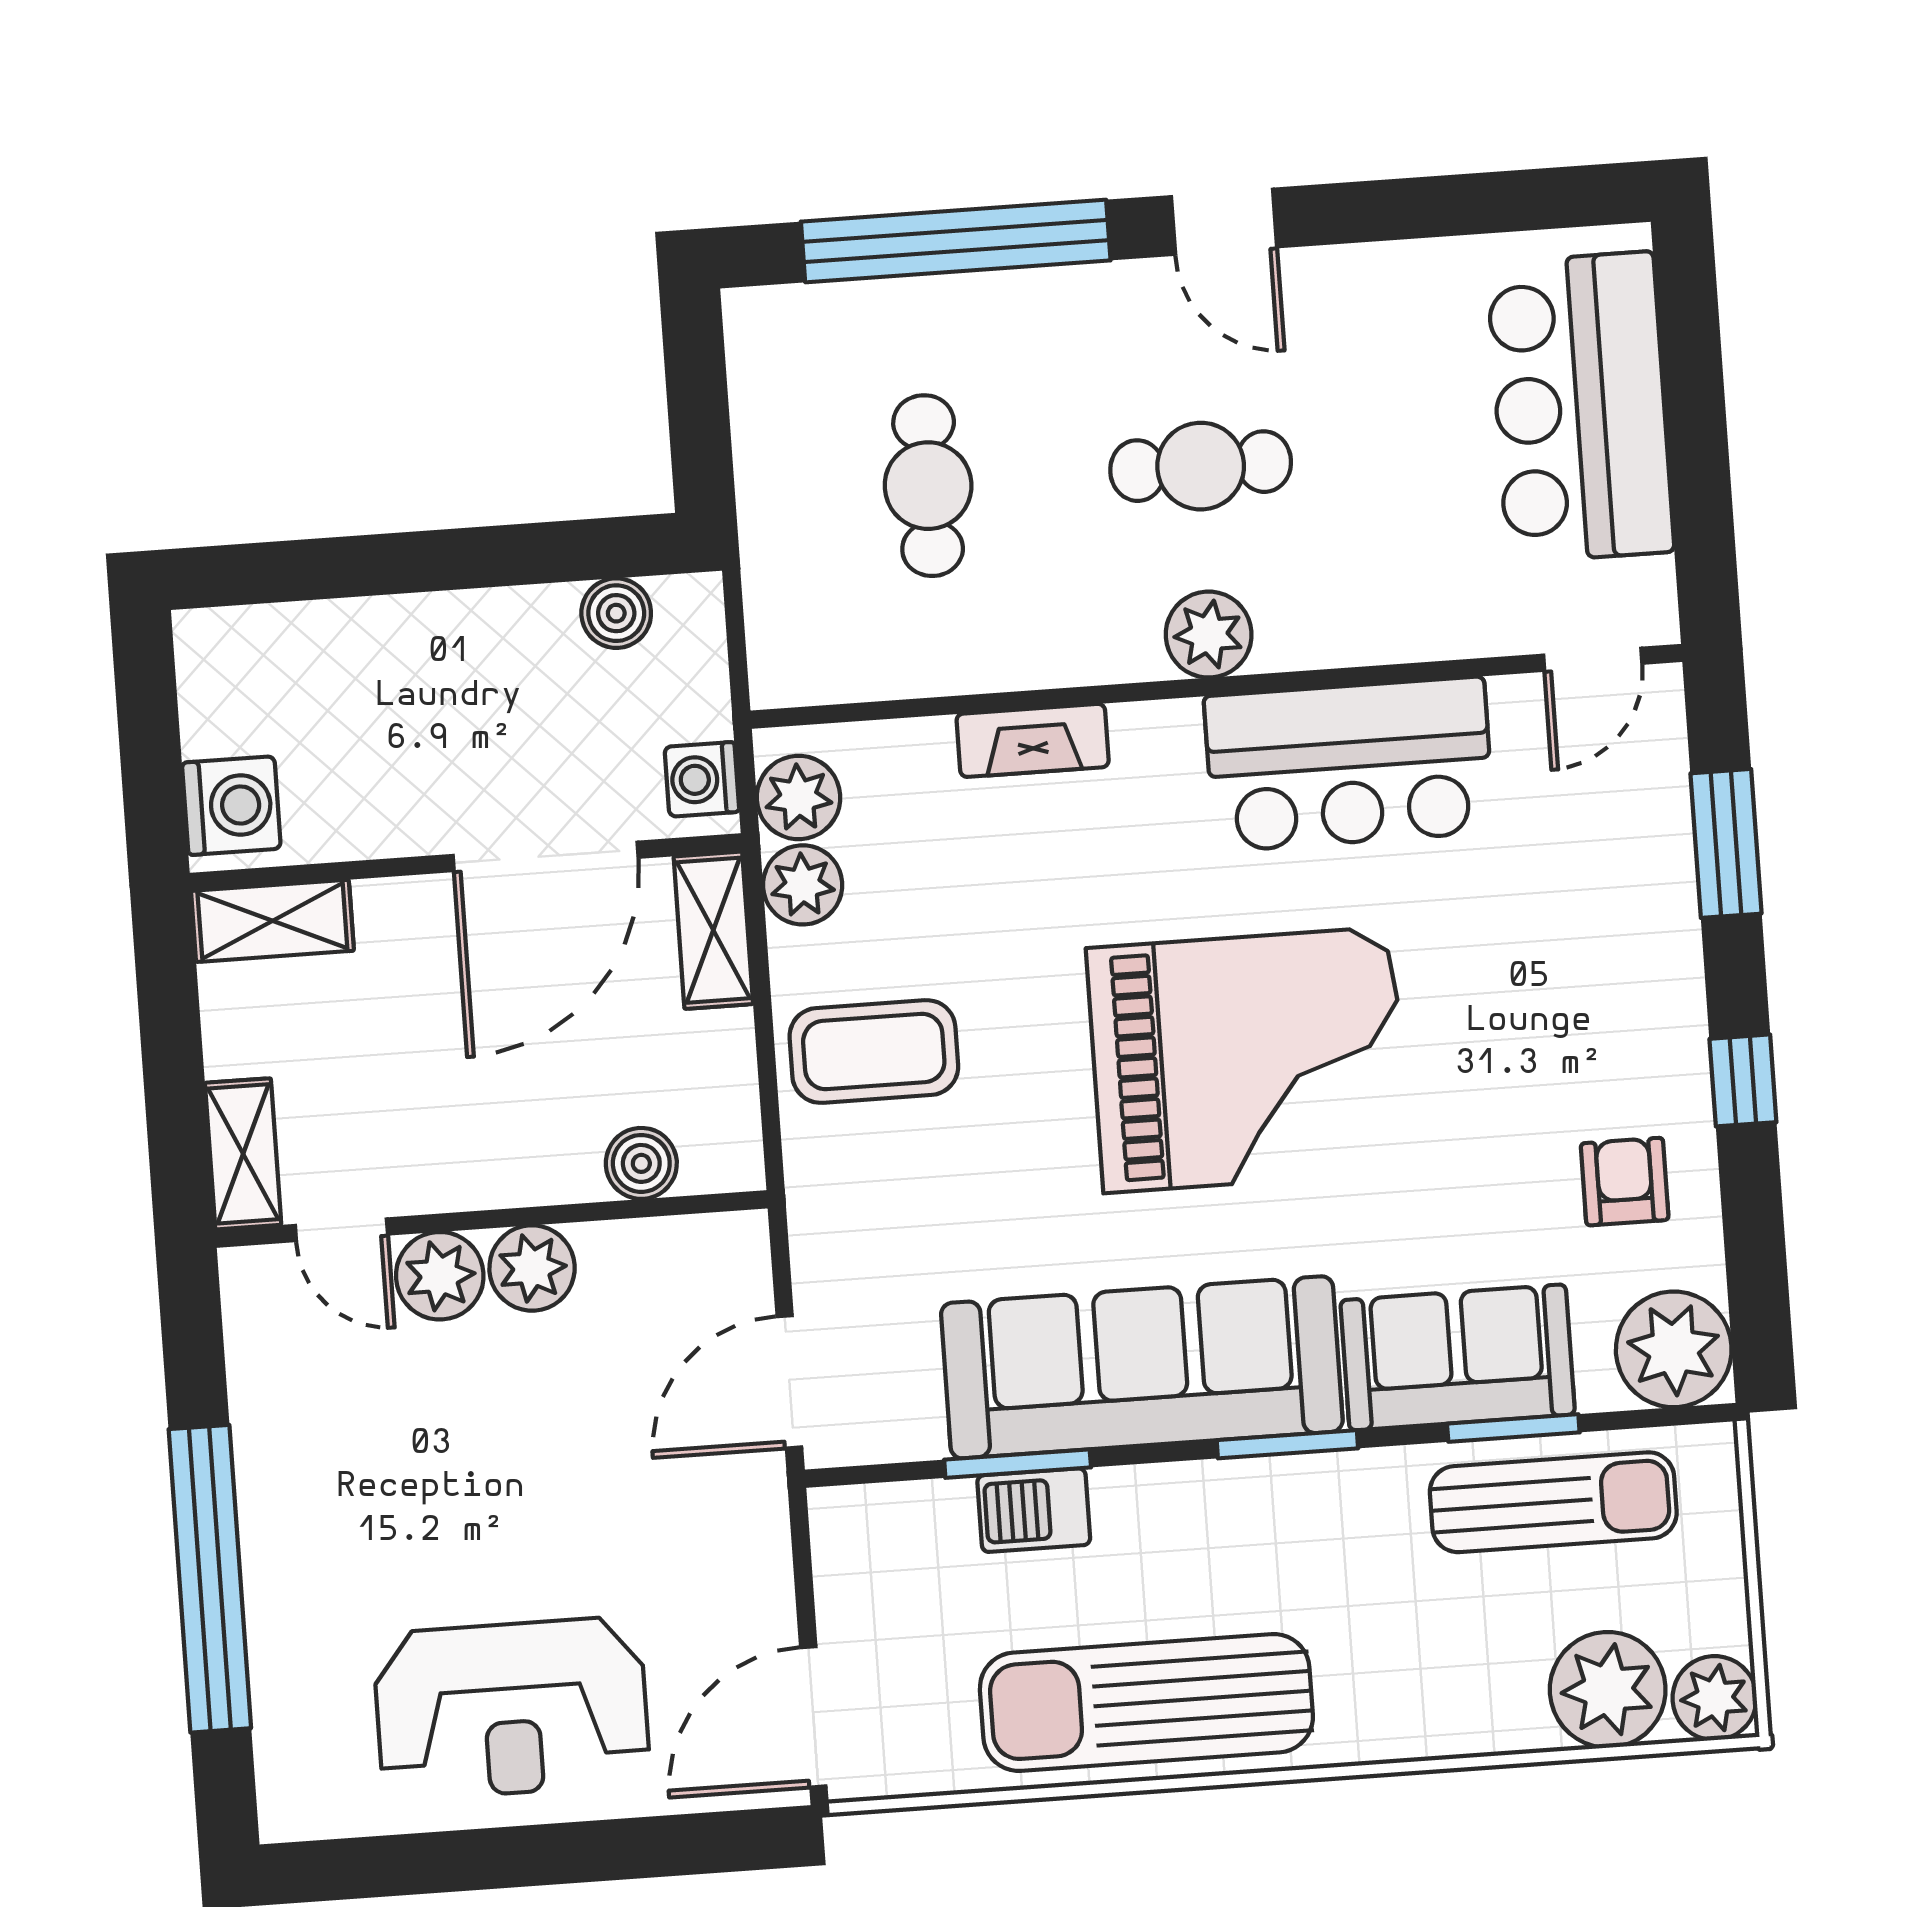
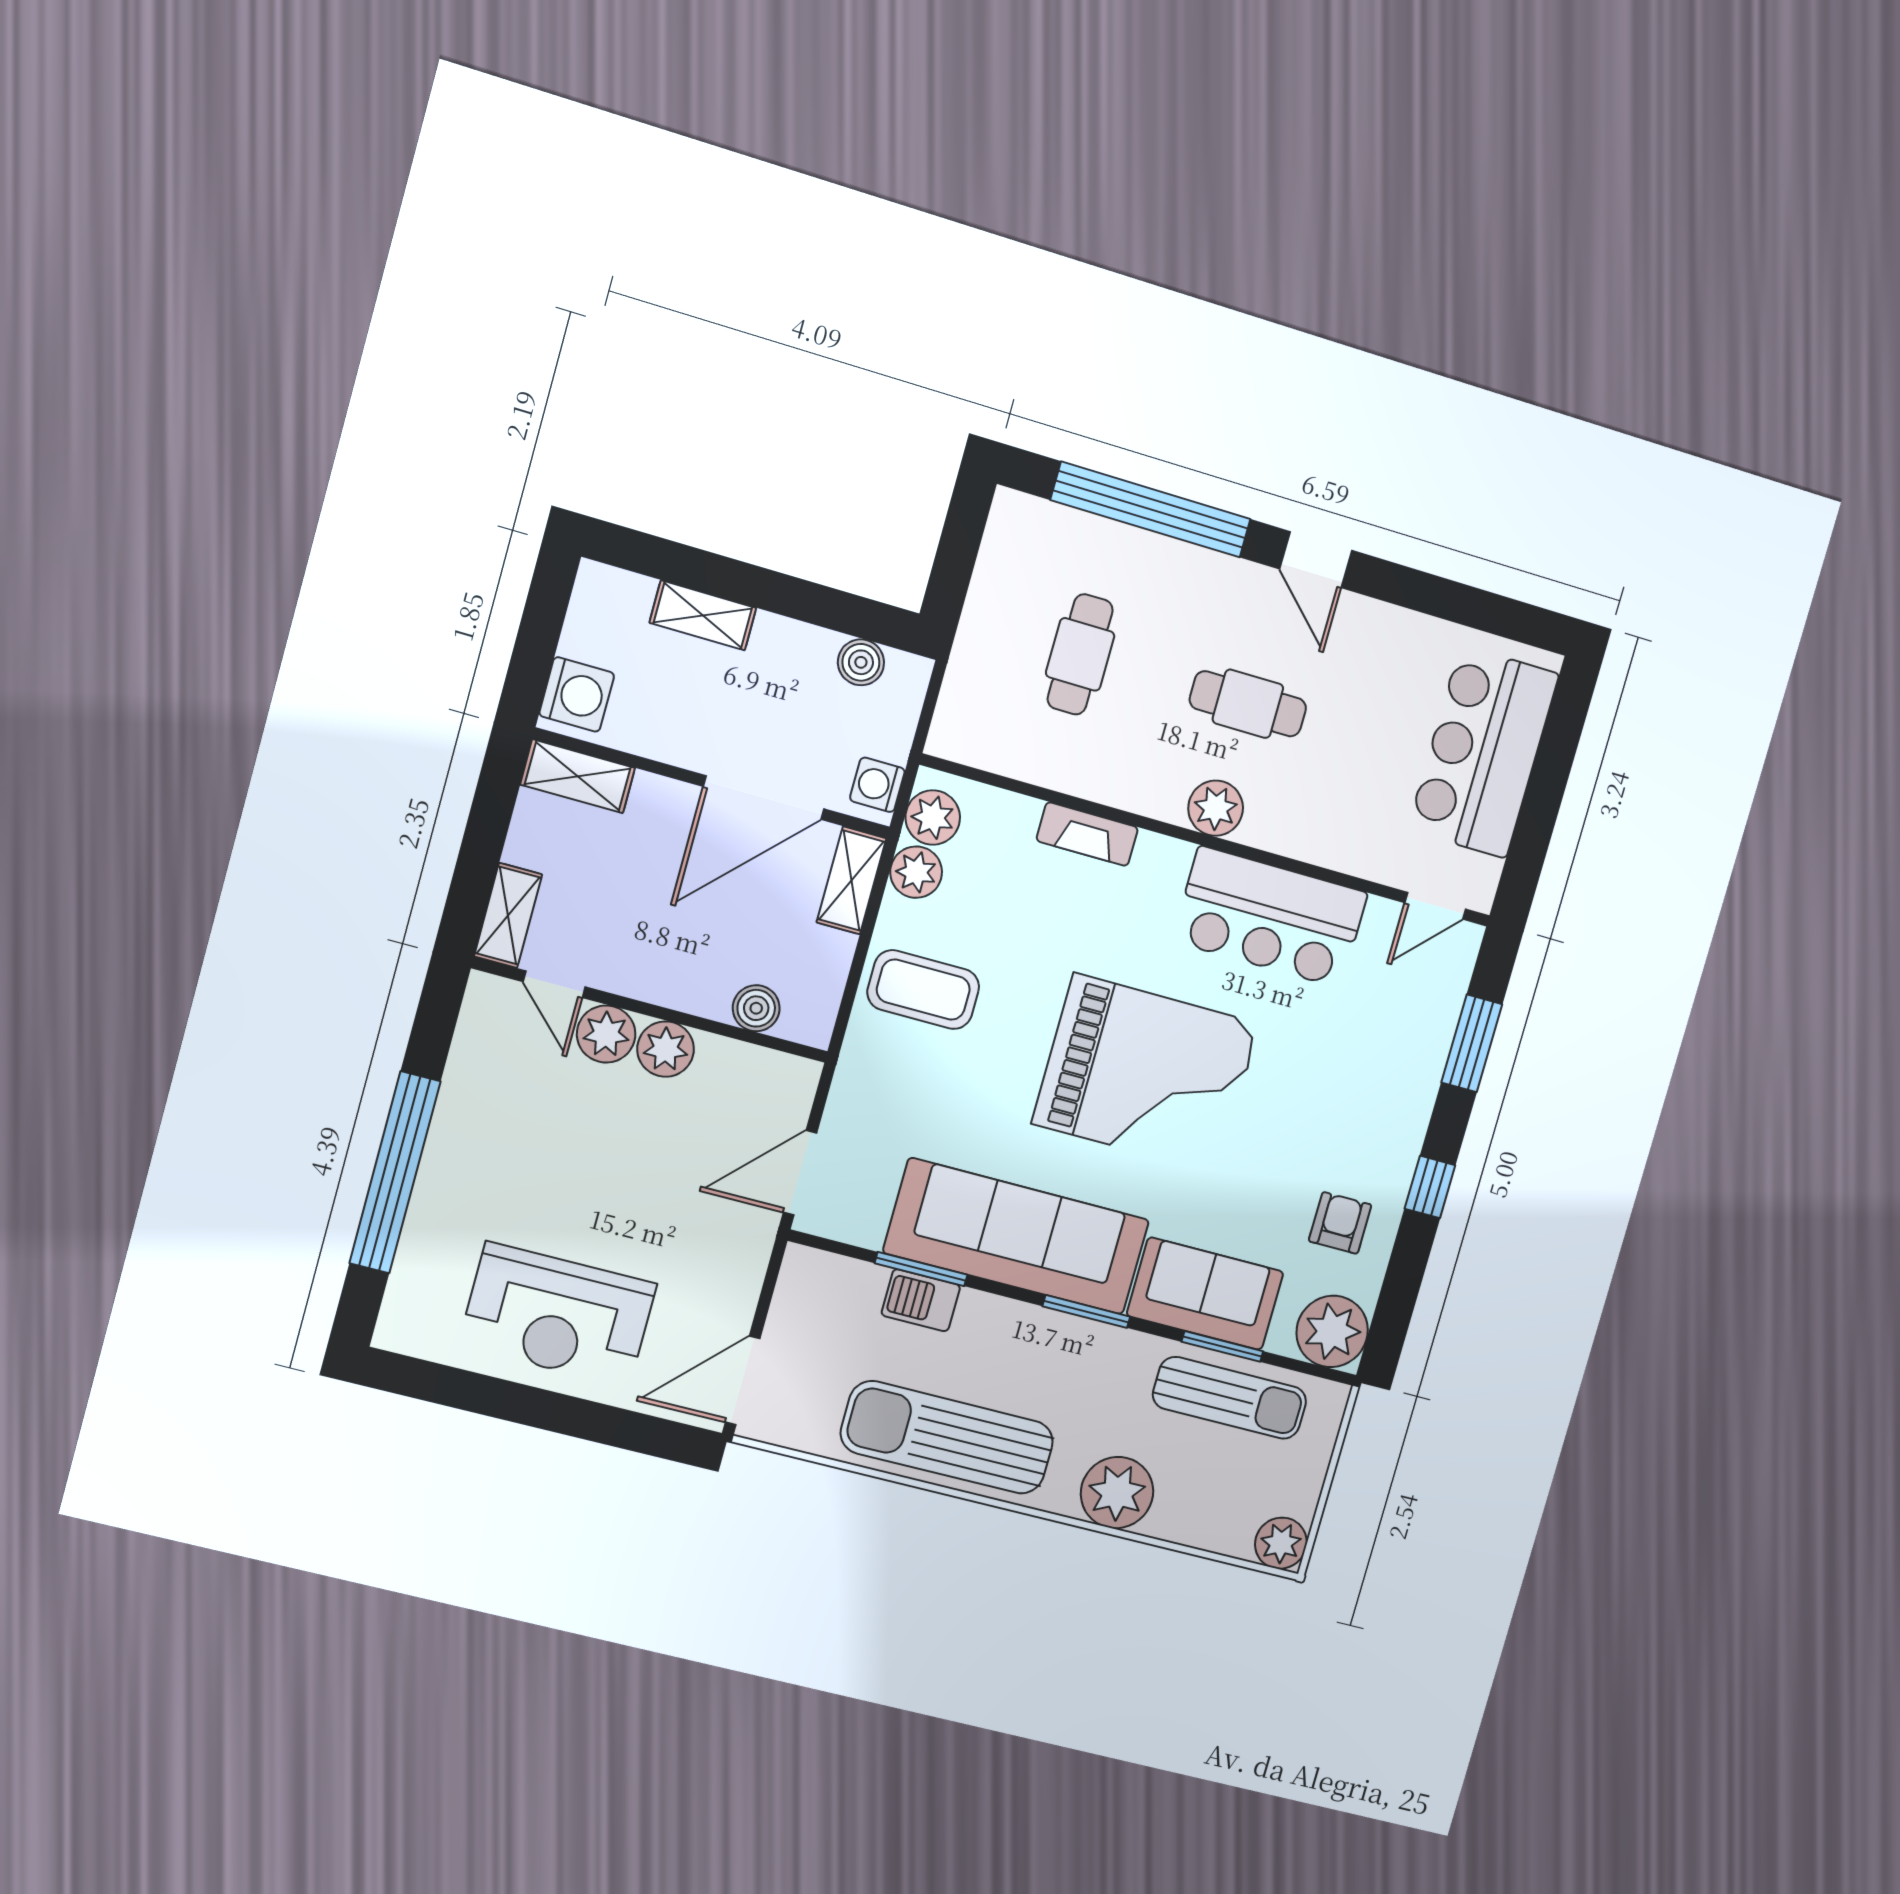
shelving: (369, 629) -> (703, 615), added
plant: (1608, 1690) -> (1117, 1493), moved

